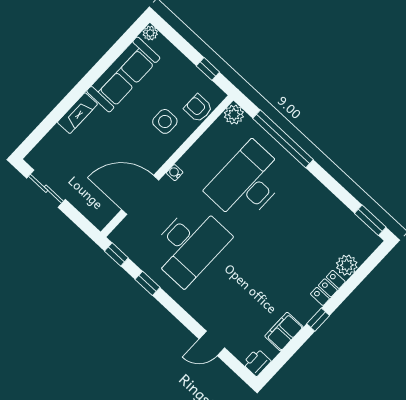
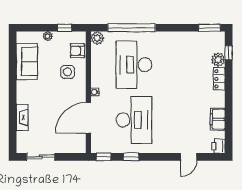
plant: (150, 33) -> (48, 36), moved
sofa: (123, 74) -> (27, 62), width x0.73
fireplace: (77, 113) -> (22, 117), moved
window: (318, 320) -> (229, 53), moved

